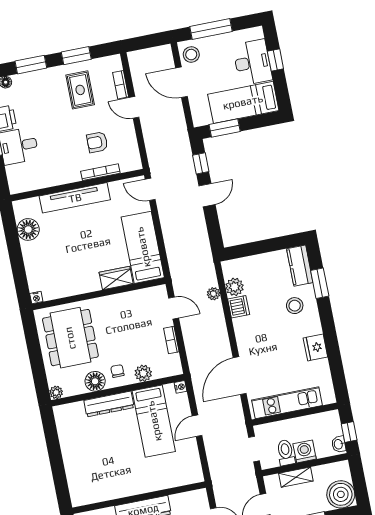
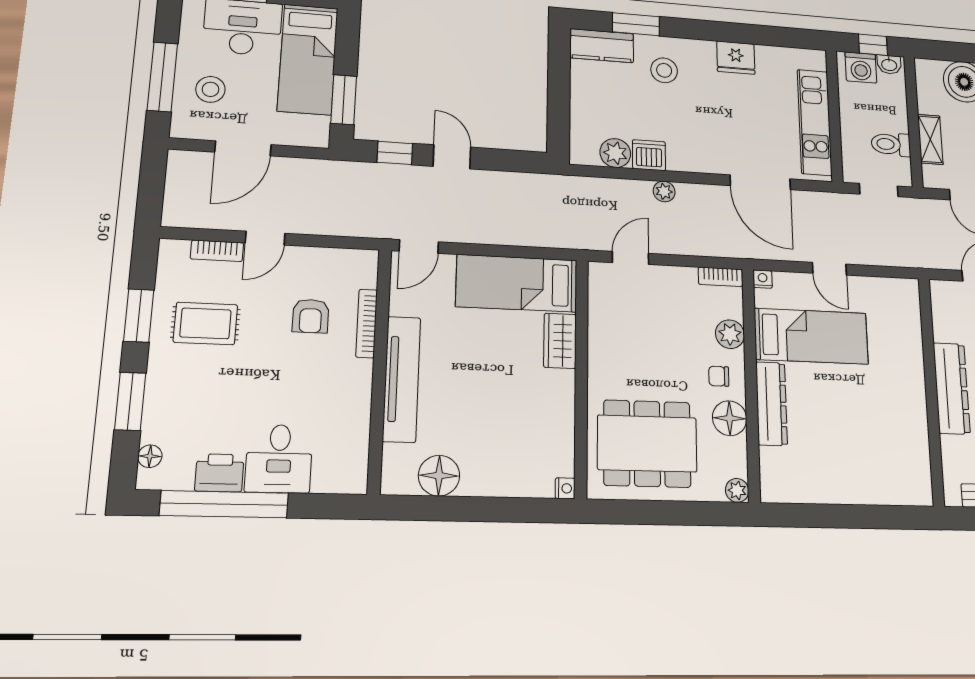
stool: (191, 55) -> (210, 89), moved
plant: (213, 294) -> (664, 191), moved
bookcase: (171, 340) -> (720, 277), moved
washing machine: (305, 451) -> (861, 68), moved, turned -90

